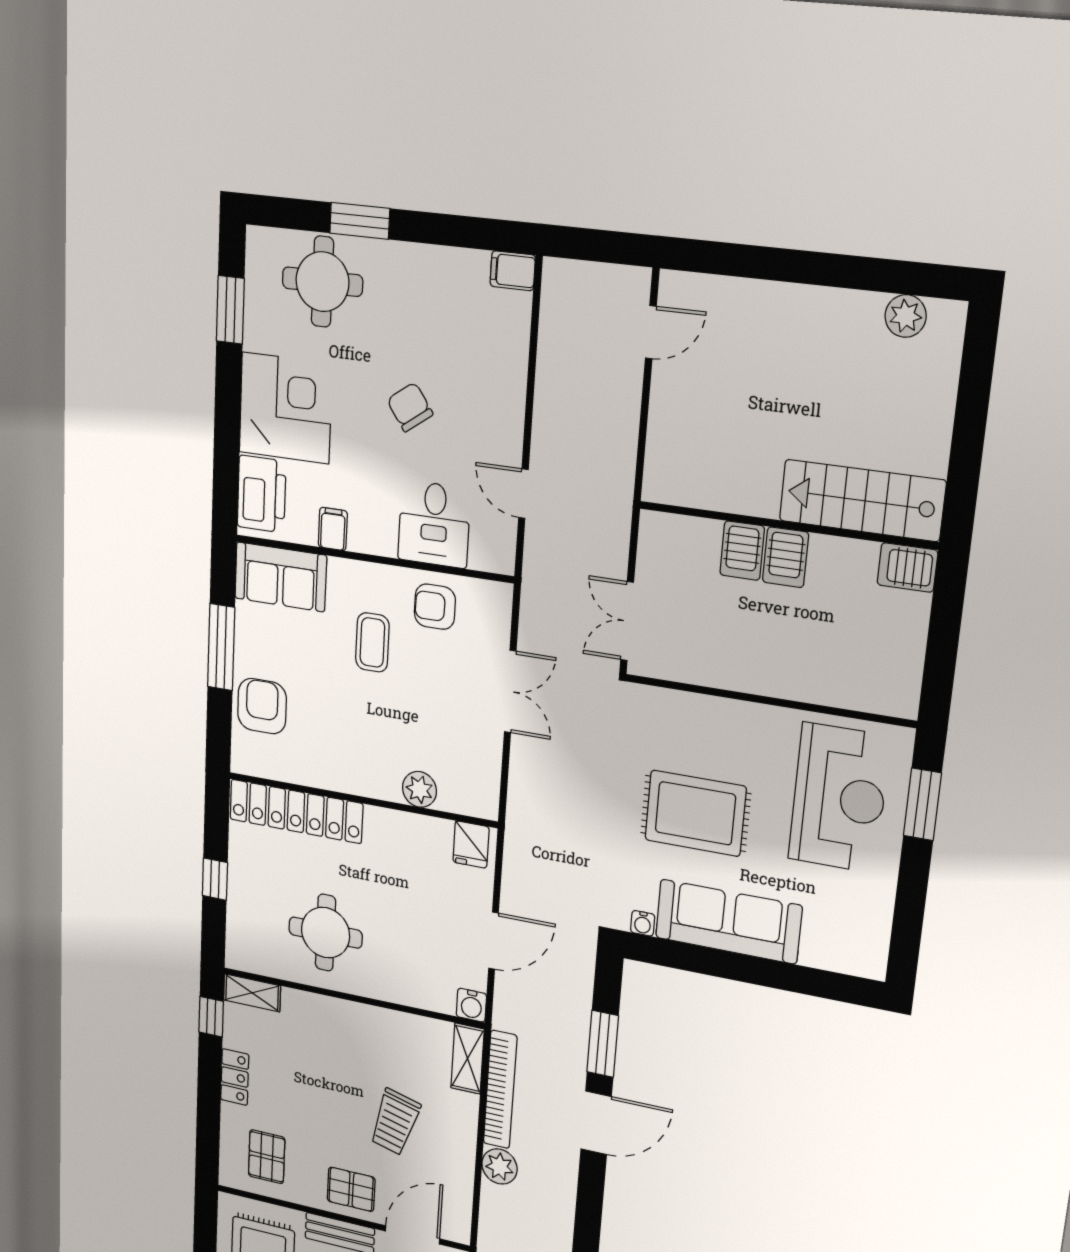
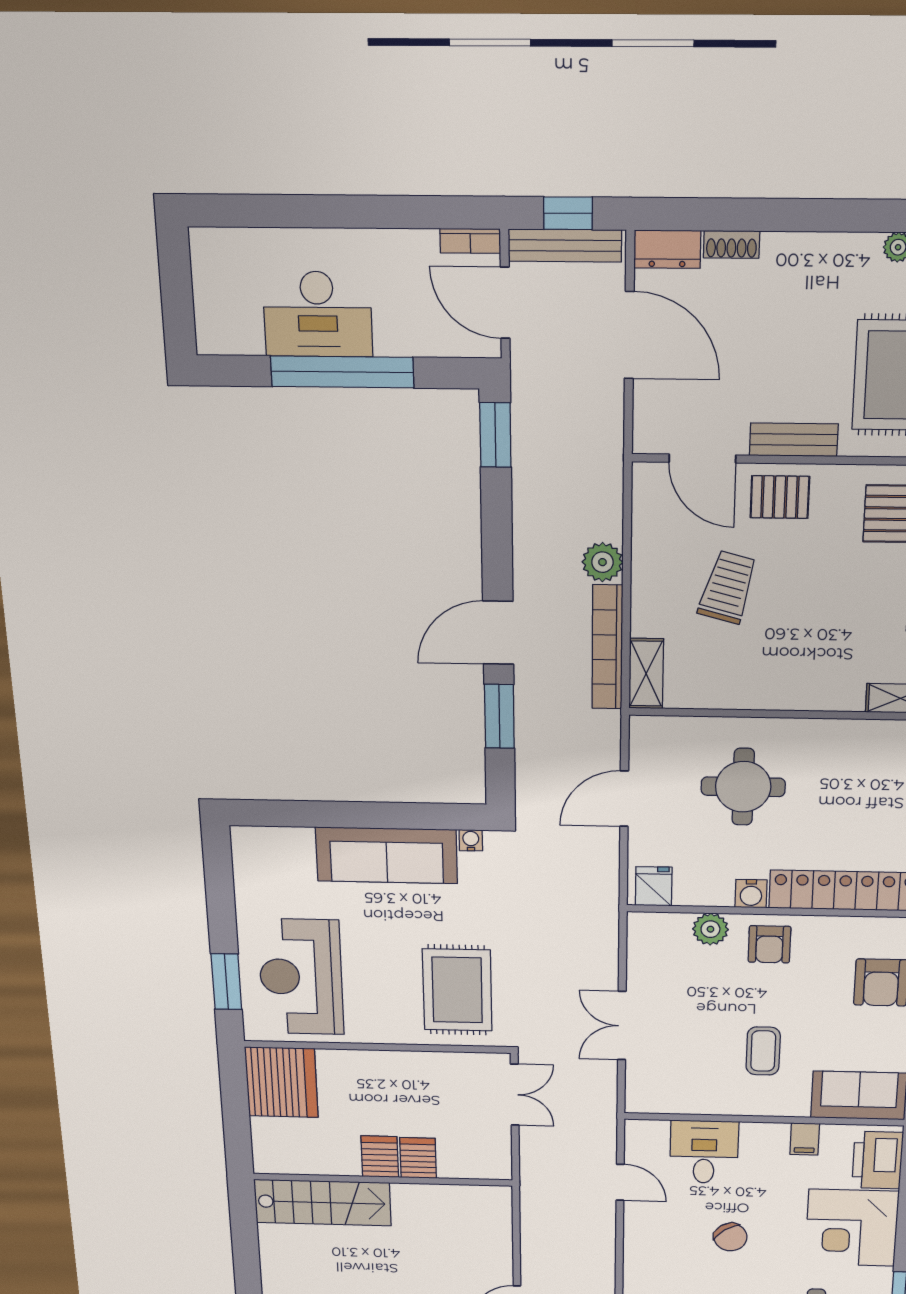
server rack: (907, 568) -> (281, 1082), moved, width x2.18, depth x1.44
armchair: (435, 607) -> (769, 944), moved, turned 90
rug: (695, 813) -> (457, 990), moved, turned 90
round table: (326, 933) -> (743, 787), moved
water cooler: (471, 1005) -> (751, 894), moved, turned 180
door: (412, 1235) -> (702, 459), hinge flipped

